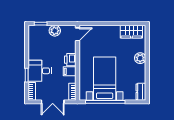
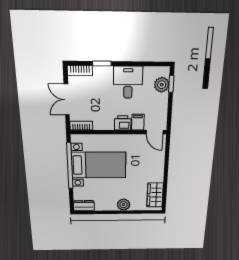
plant: (55, 31) -> (162, 85), moved
desk: (40, 71) -> (128, 82), moved
filing cabinet: (70, 71) -> (138, 122), moved

